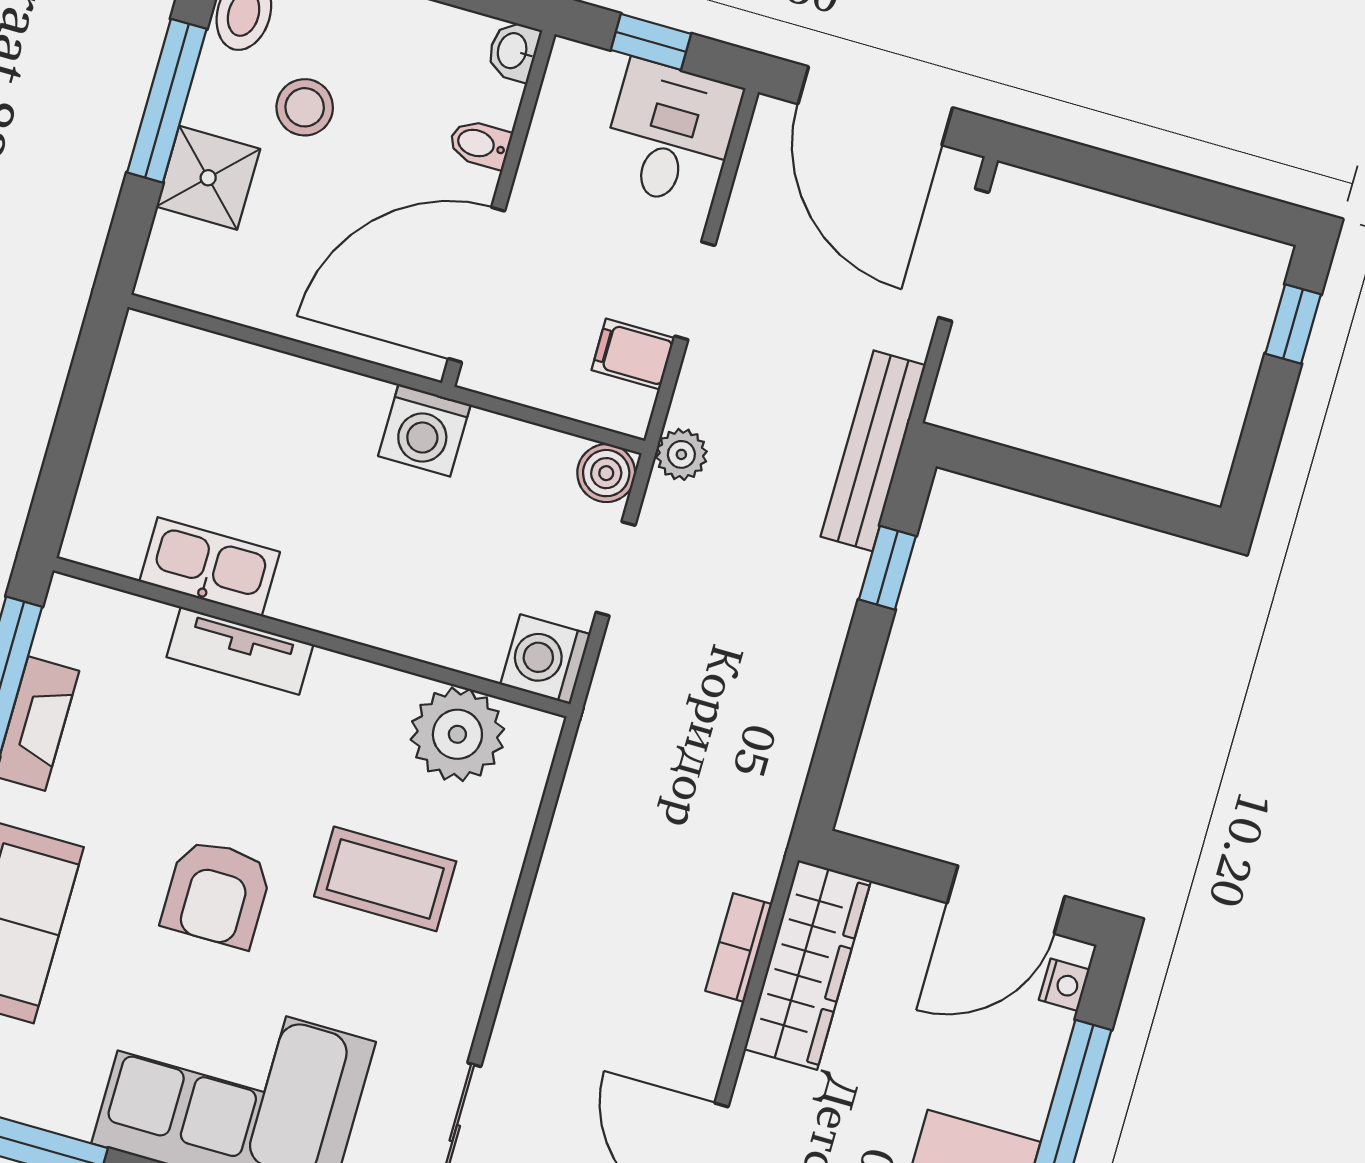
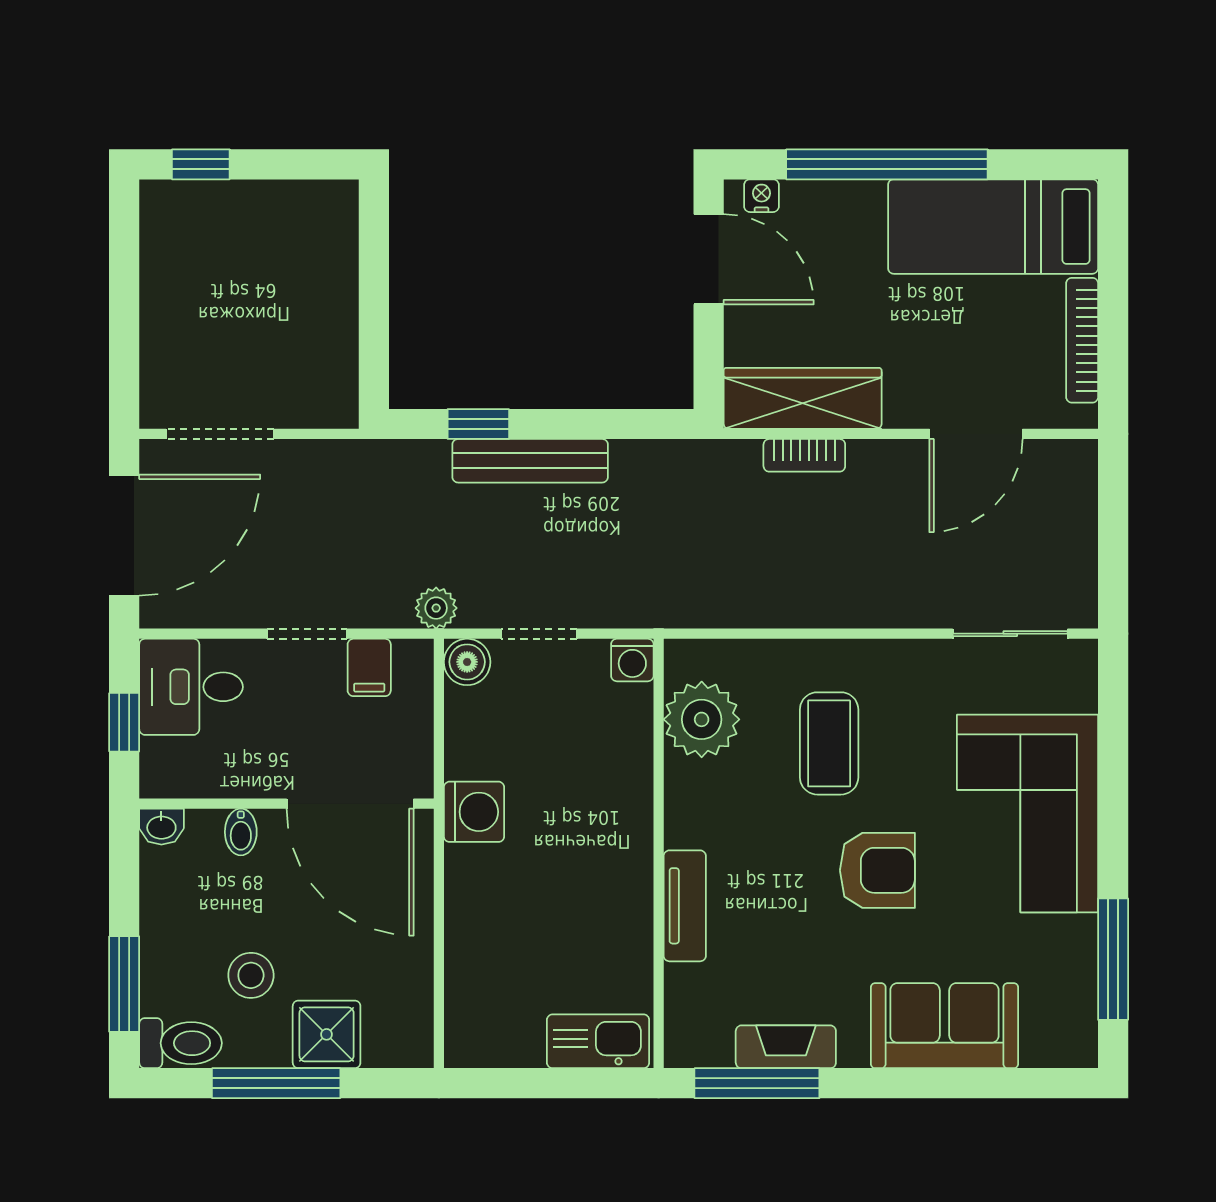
bench: (873, 451) -> (530, 461), moved
kitchen sink: (210, 567) -> (598, 1041), moved, turned 90
washing machine: (545, 659) -> (632, 660), width x0.73, depth x0.73

